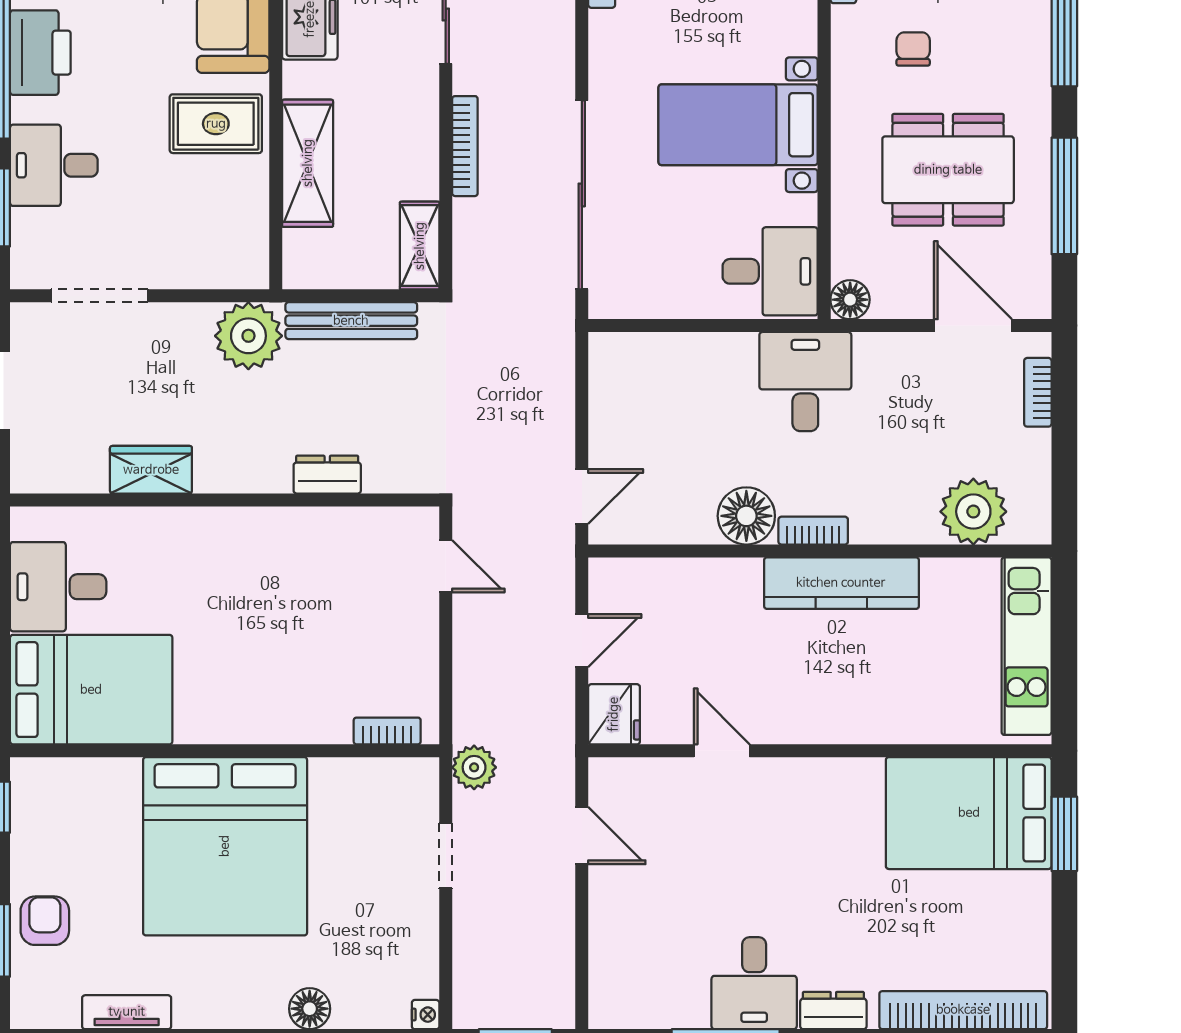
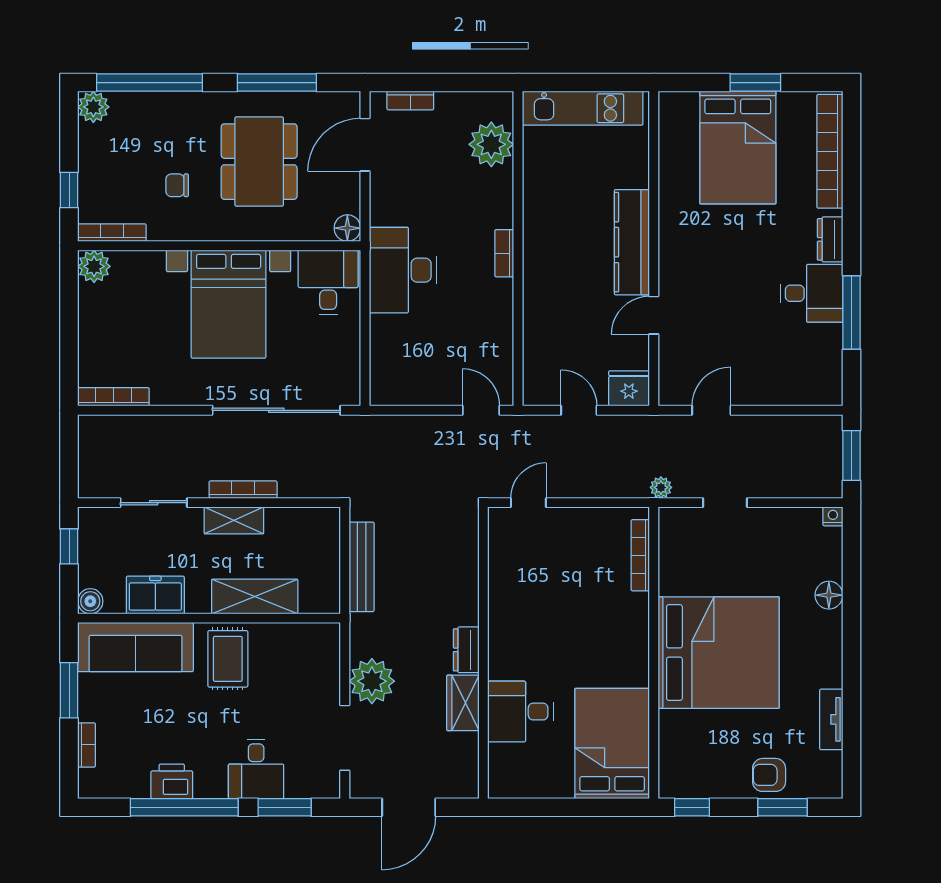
printer: (40, 53) -> (172, 781), width x0.73, depth x0.84
bed with nightstands: (738, 125) -> (229, 304), width x1.36
shelving: (420, 246) -> (234, 520), moved
plant: (248, 336) -> (372, 681), moved
desk: (805, 382) -> (403, 270), width x1.37
dresser: (327, 475) -> (466, 650), moved
floor lamp: (746, 516) -> (494, 299), removed
kitchen counter: (841, 583) -> (632, 242), moved, turned 180
desk: (58, 587) -> (520, 712), moved, turned 90
bookcase: (387, 731) -> (640, 555), width x1.56
plant: (474, 767) -> (661, 487), width x0.73, depth x0.73
bed: (969, 813) -> (738, 148), moved
window: (1064, 834) -> (755, 83), moved

